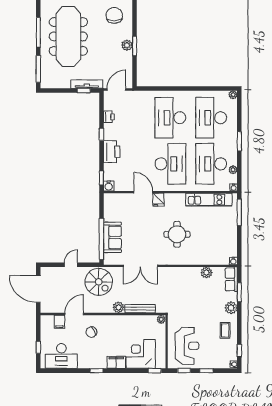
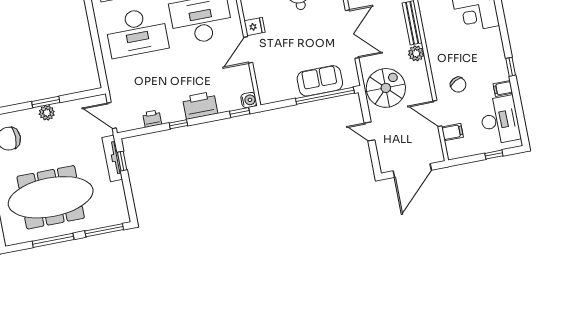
filing cabinet: (116, 362) -> (503, 88), moved, width x0.50

